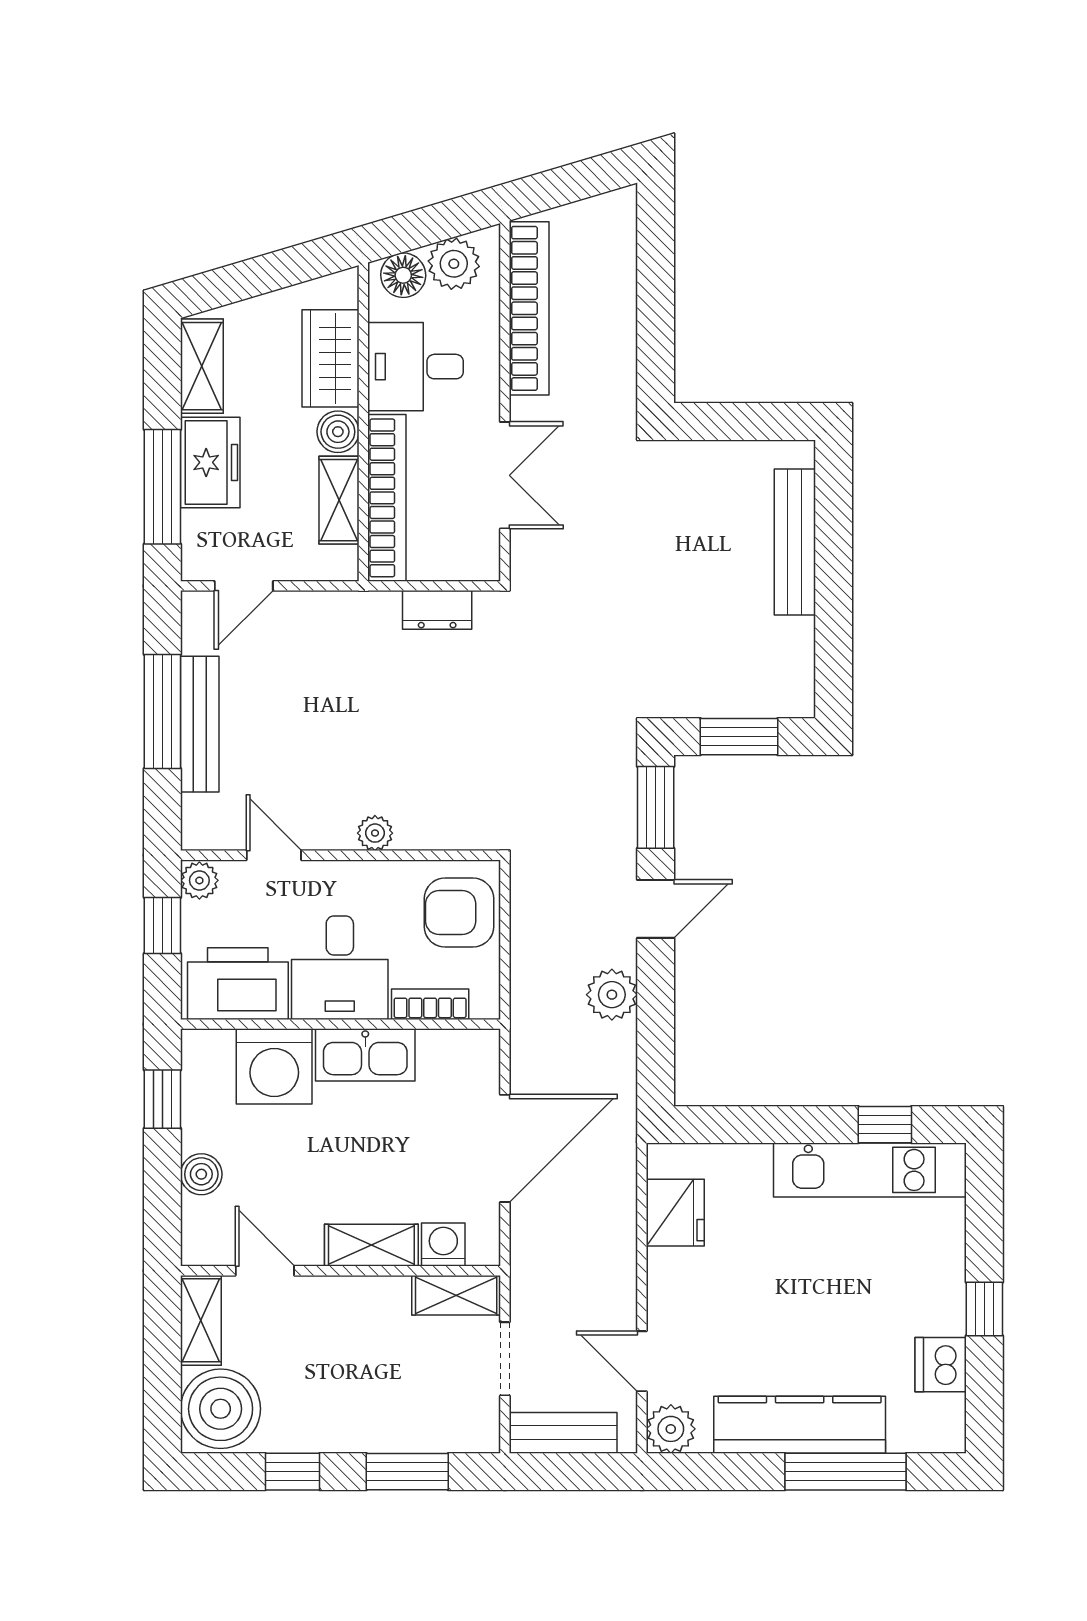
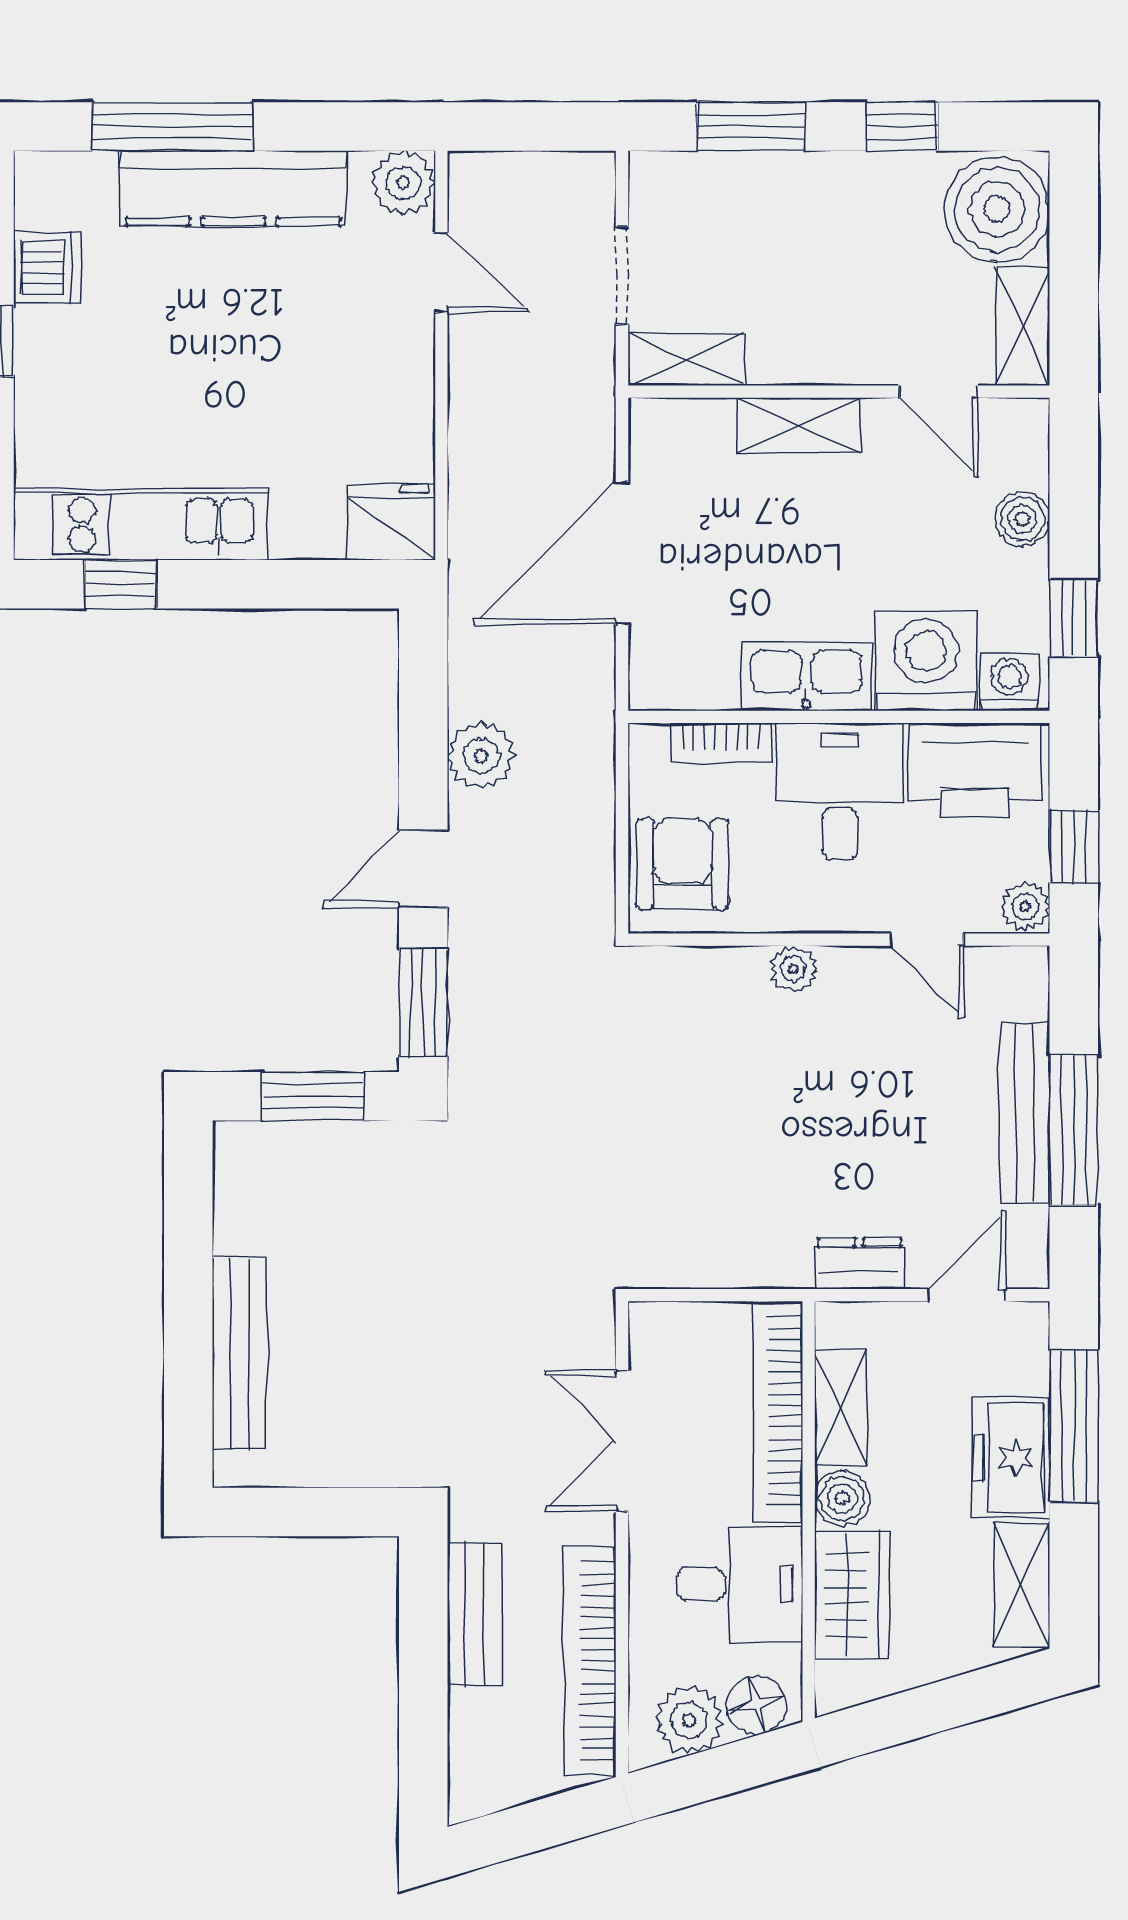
dresser: (437, 610) -> (859, 1263), moved
armchair: (459, 913) -> (683, 864), turned -90
fridge: (675, 1213) -> (391, 522), moved, turned 90
washing machine: (443, 1244) -> (1009, 682), moved, turned 180
bench: (563, 1433) -> (474, 1614), moved, turned 90

